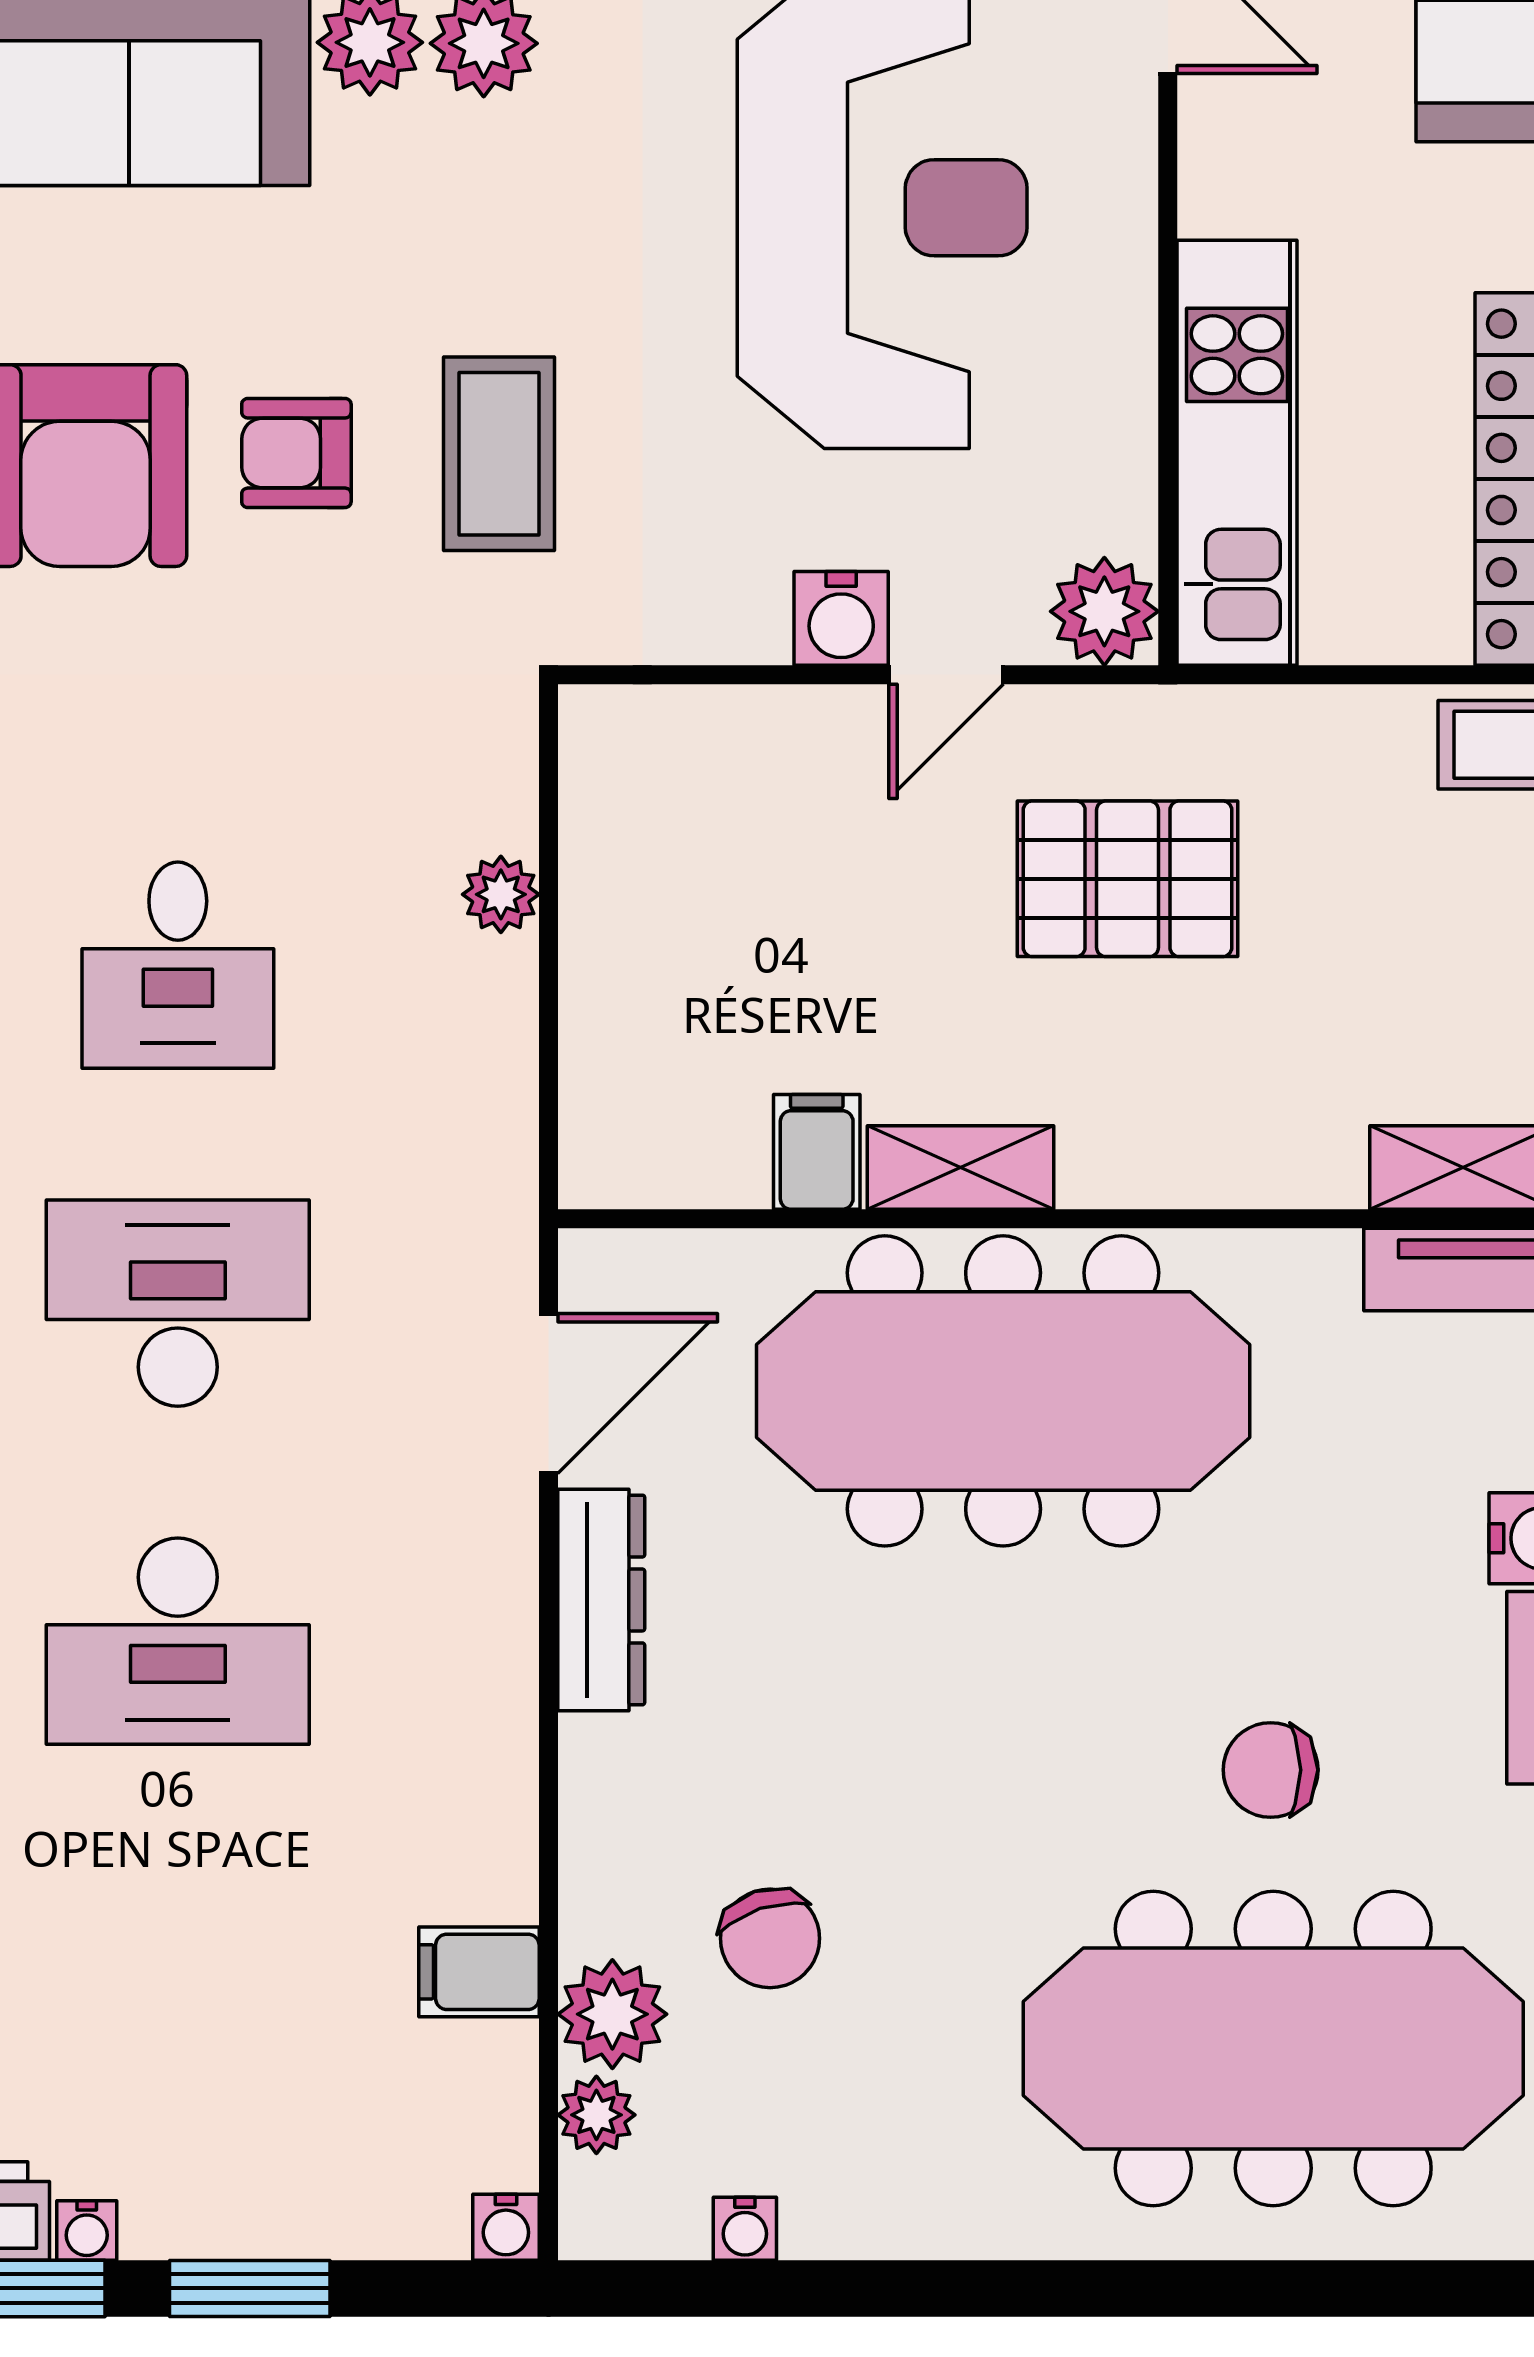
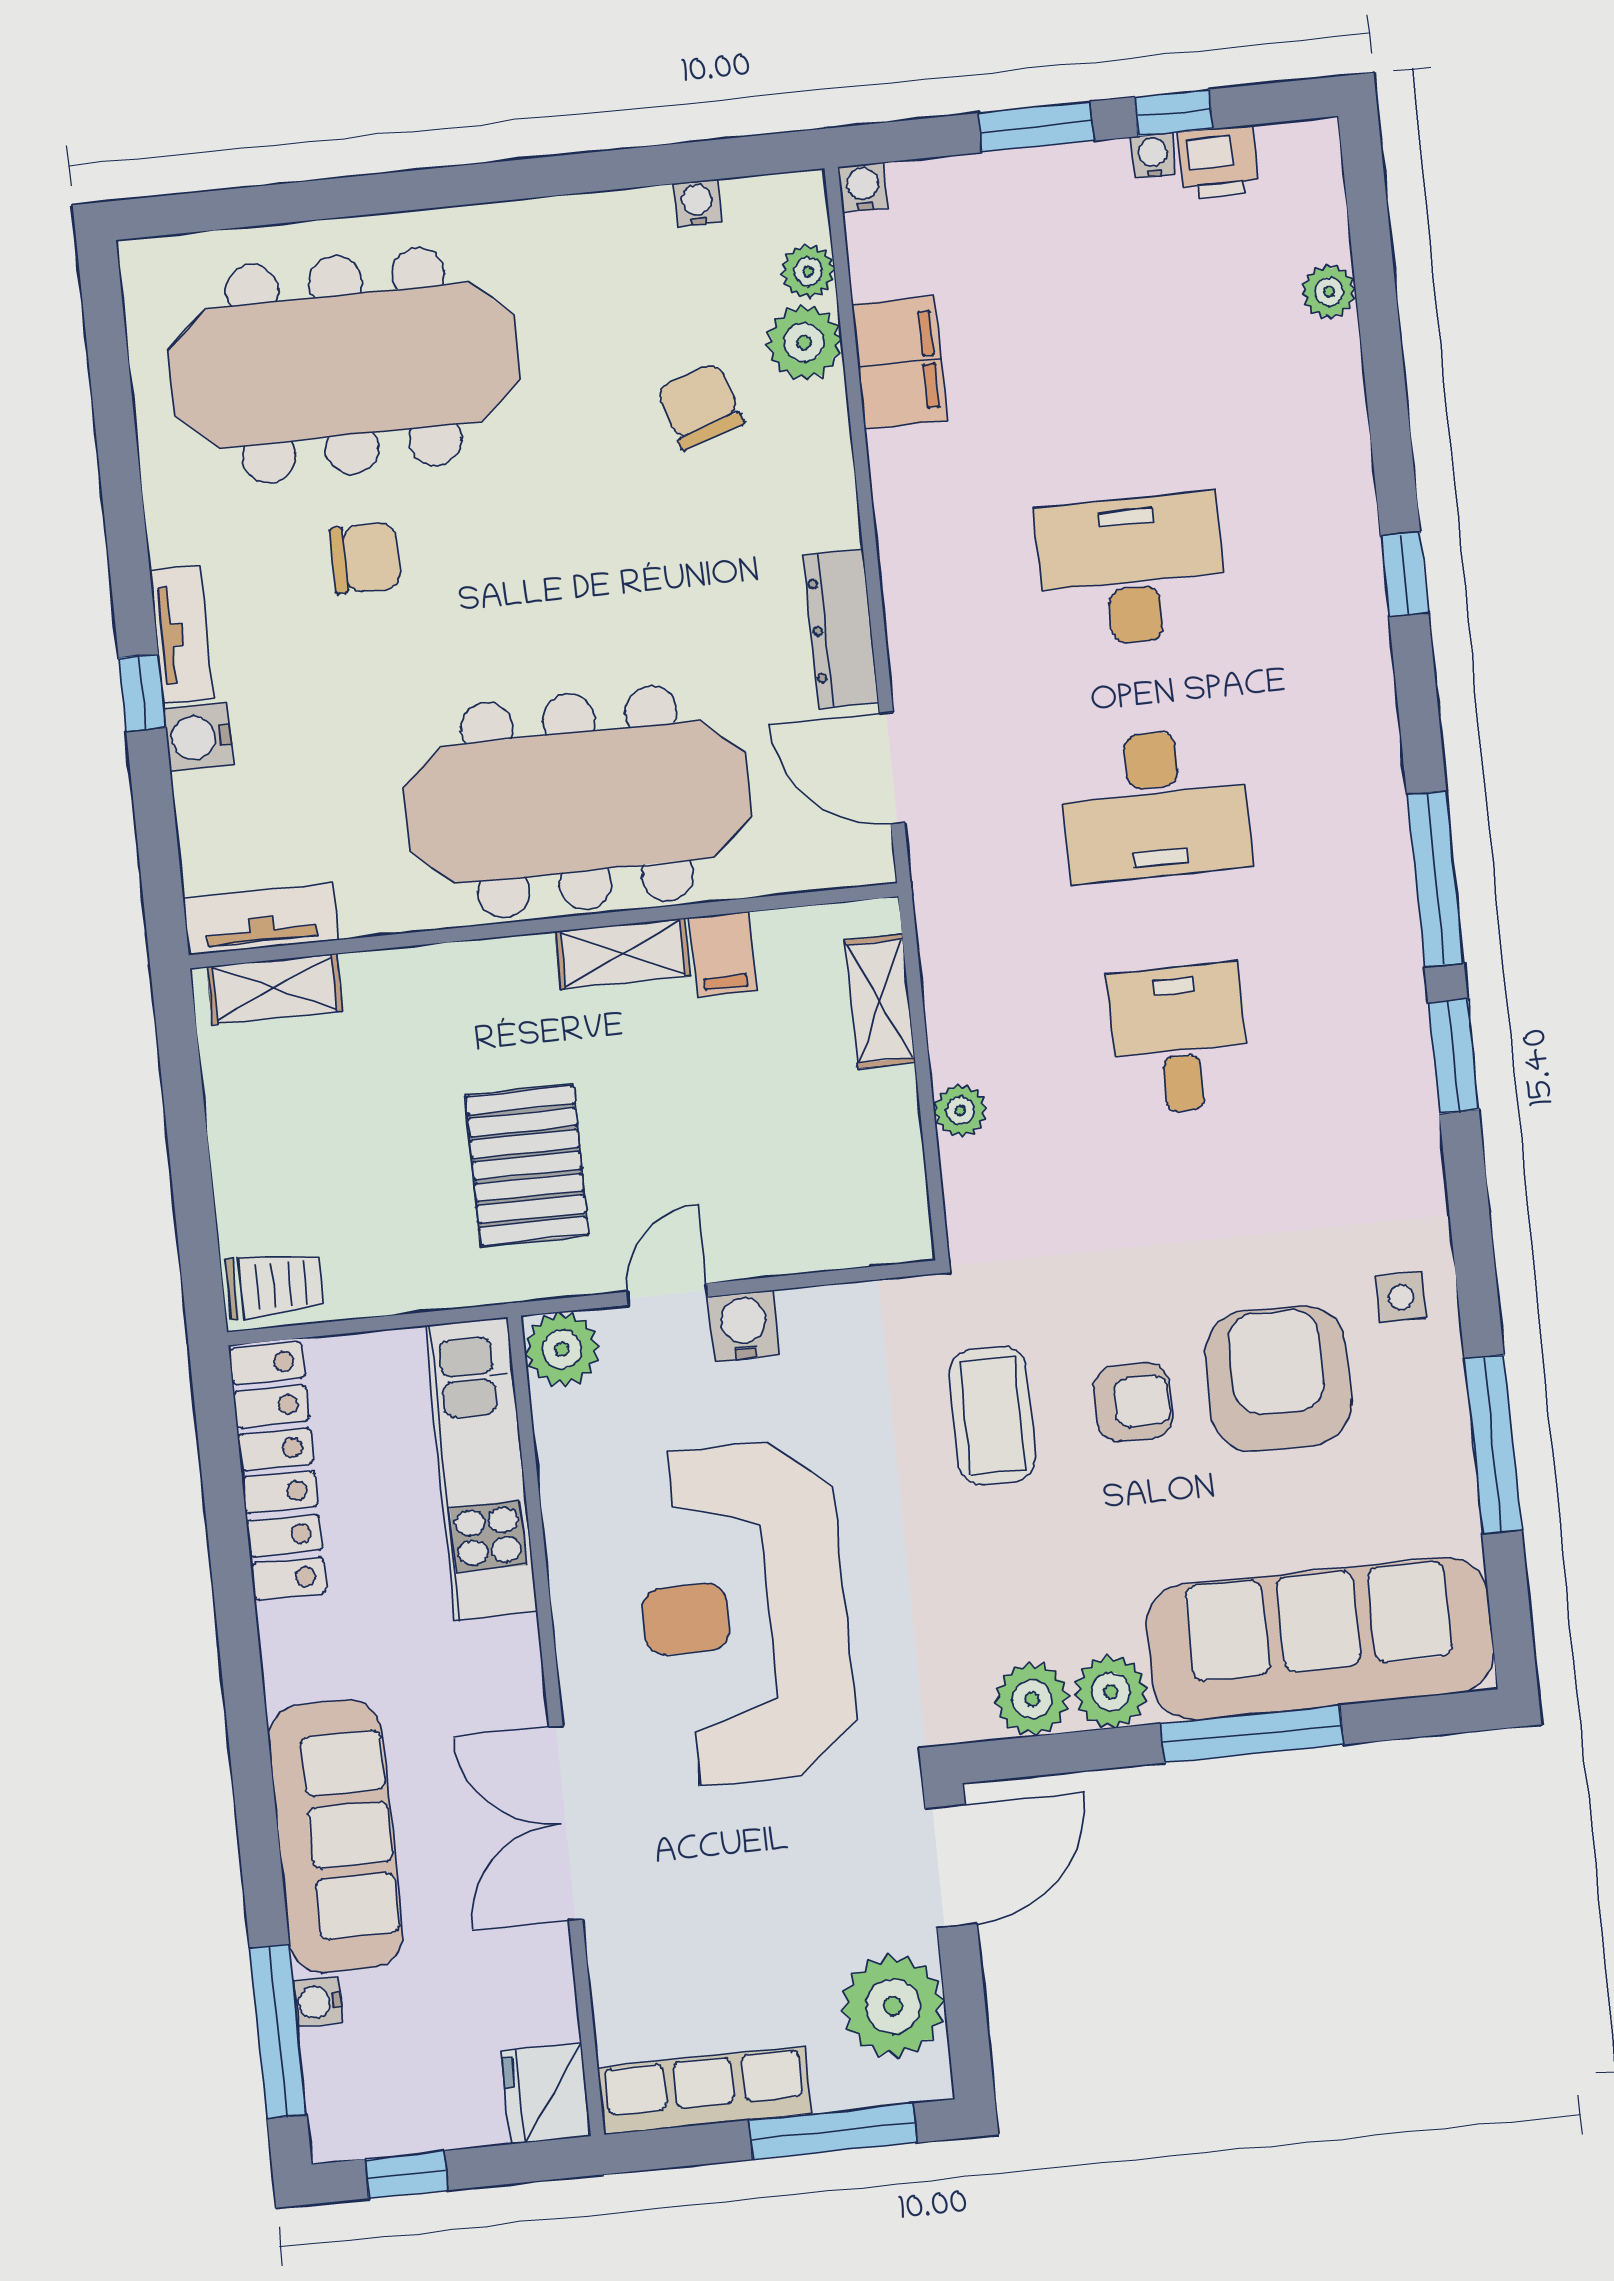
pallet: (1128, 879) -> (527, 1166), turned 90
shelving: (599, 1062) -> (880, 1001), added
door: (548, 1393) -> (892, 768), hinge flipped
filing cabinet: (479, 1972) -> (900, 362), width x2.00

